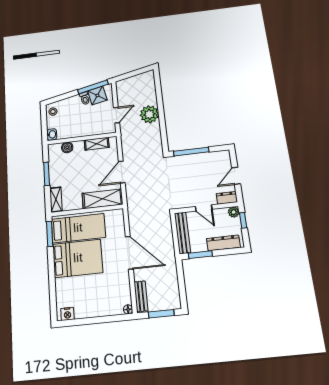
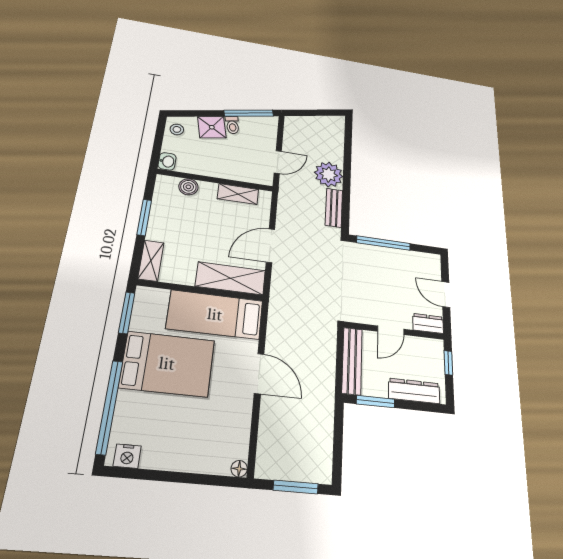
shower: (97, 95) -> (212, 127), moved
door: (236, 176) -> (446, 294), hinge flipped
door: (204, 208) -> (391, 330), hinge flipped
plant: (234, 212) -> (436, 347), removed
bed: (78, 228) -> (215, 315), moved, turned 180
door: (129, 253) -> (259, 374), width x0.73
window: (52, 289) -> (109, 407), added
bench: (141, 296) -> (334, 208), moved

